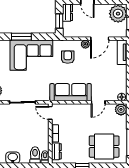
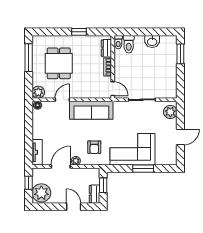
dining table: (104, 147) -> (59, 63), moved, turned 90

